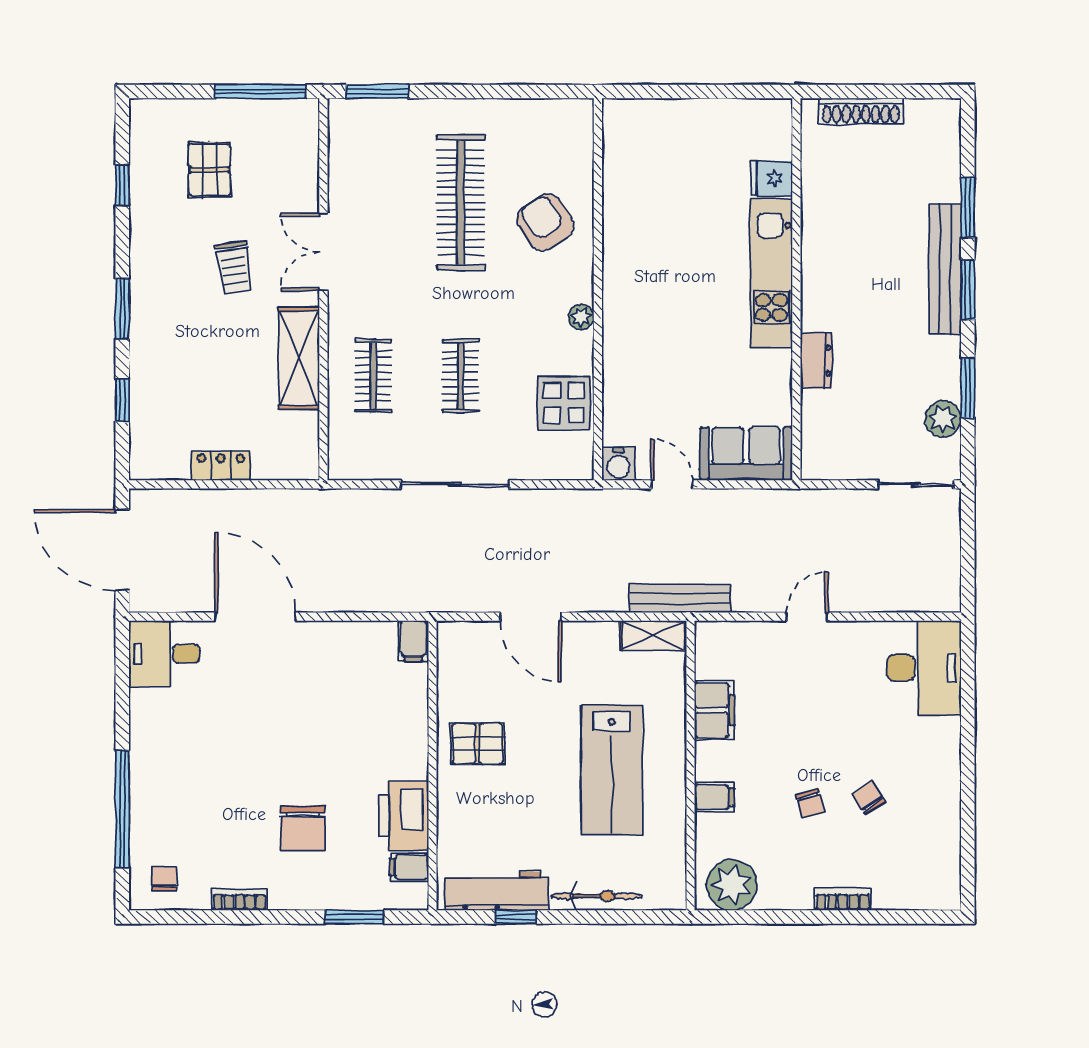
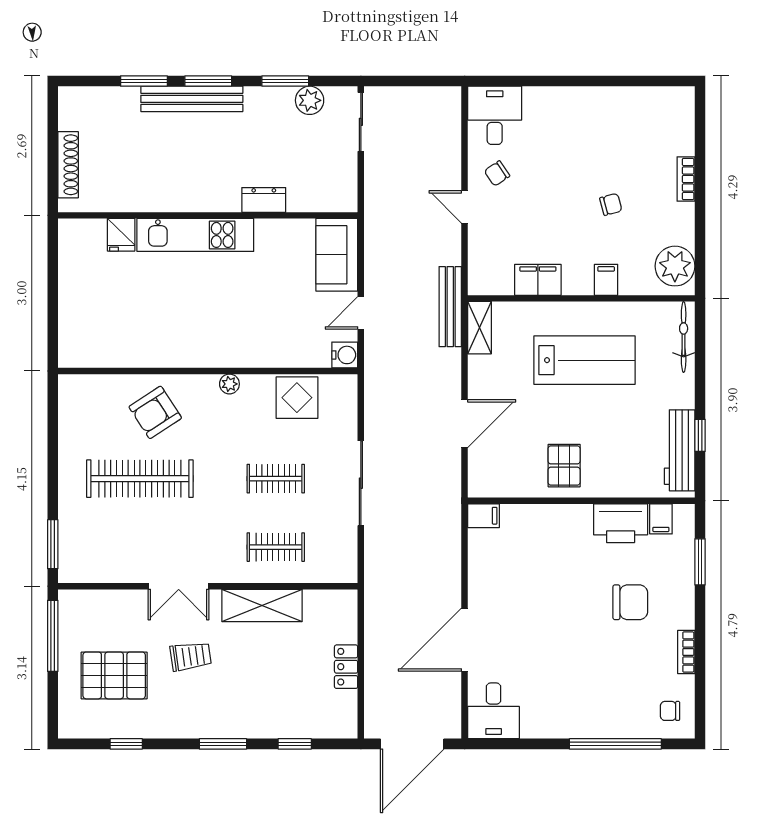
pallet: (210, 170) -> (114, 675), width x1.50, depth x1.42
desk: (924, 668) -> (495, 115), width x0.73
chair: (869, 798) -> (497, 173), moved
bicycle: (596, 896) -> (684, 337), moved

